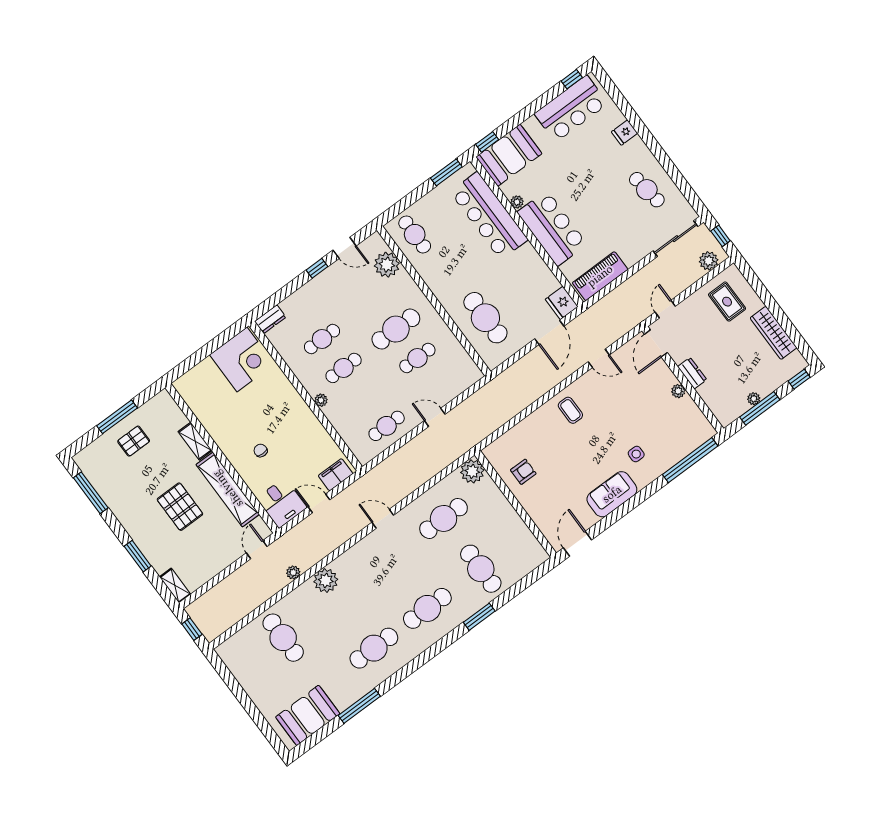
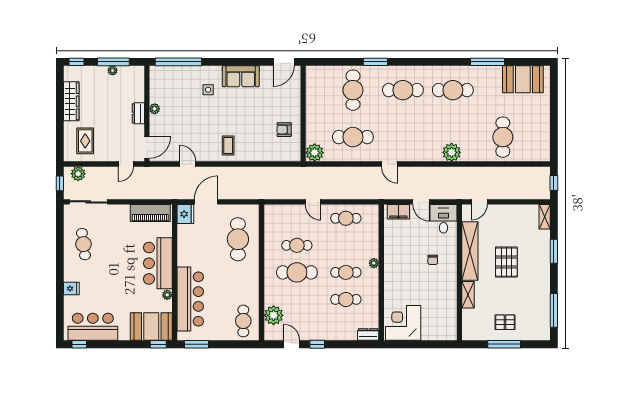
plant: (293, 572) -> (468, 172), removed

